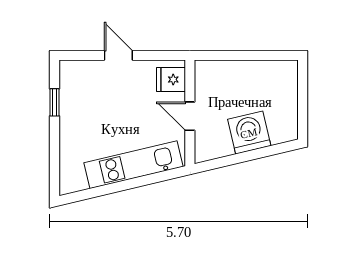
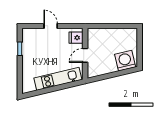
door: (190, 116) -> (85, 55), hinge flipped
washing machine: (249, 133) -> (125, 61), moved

